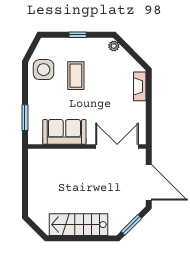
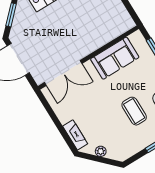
plant: (114, 46) -> (101, 151), moved

